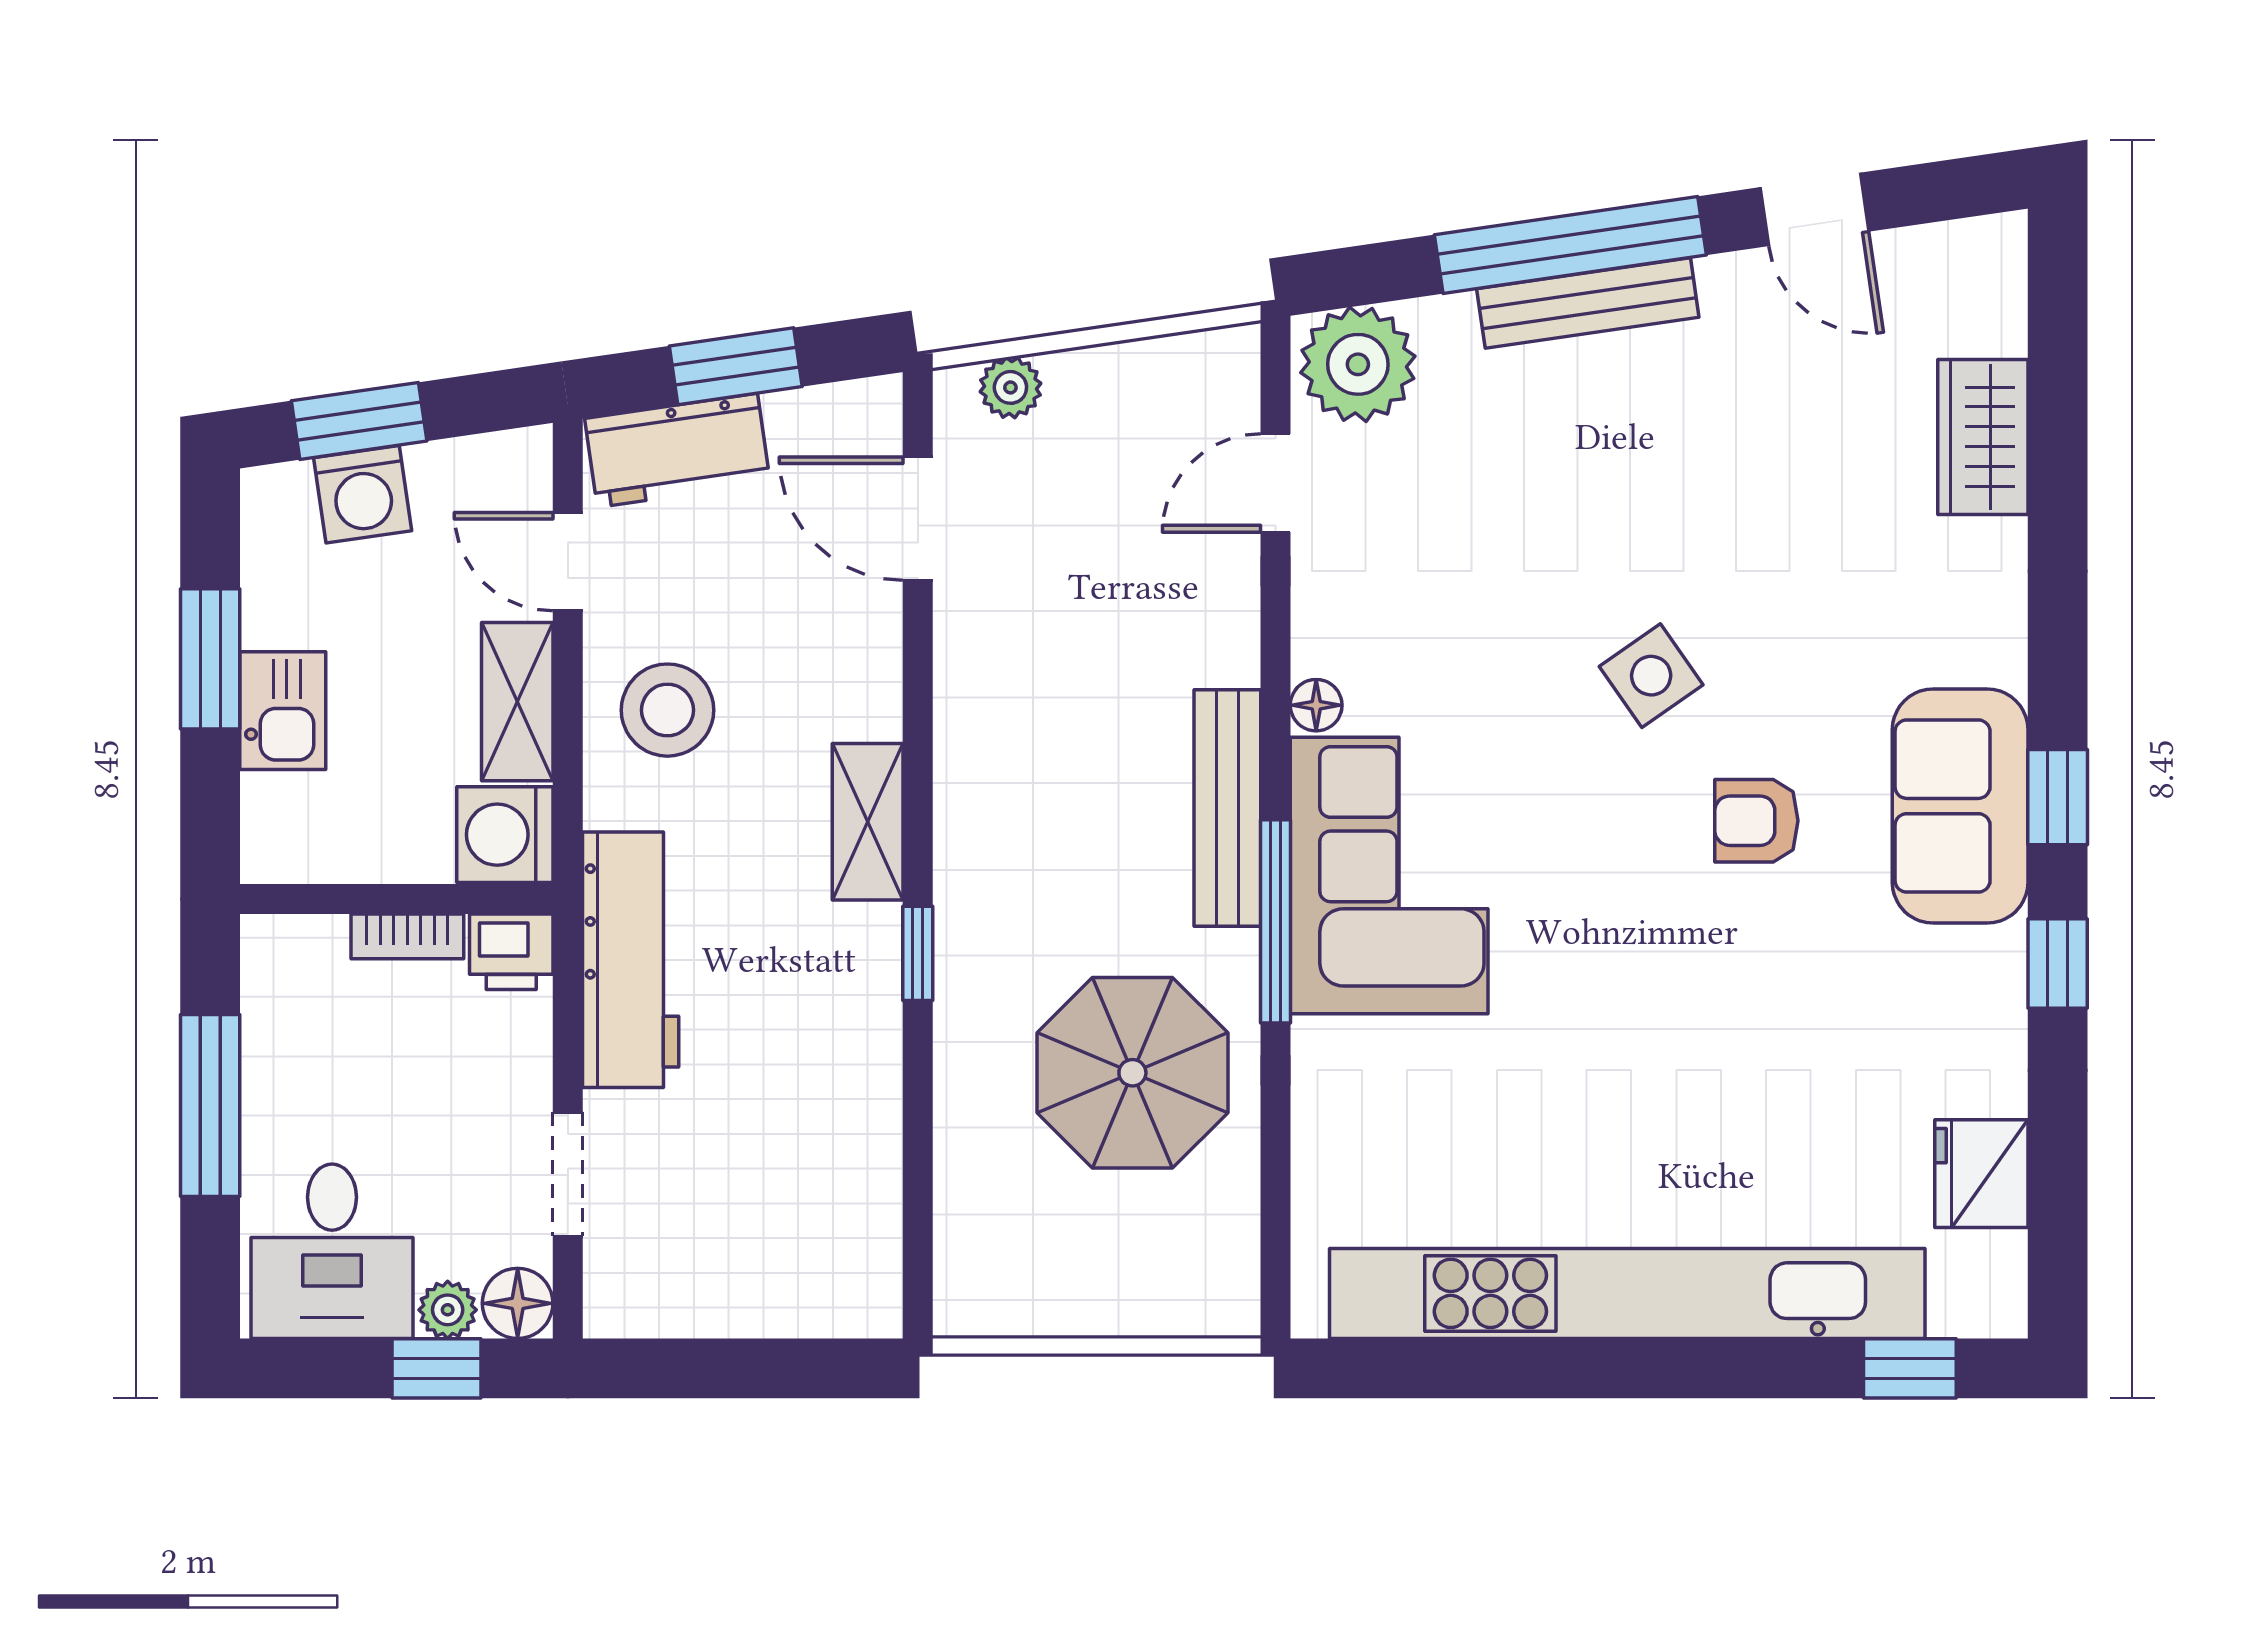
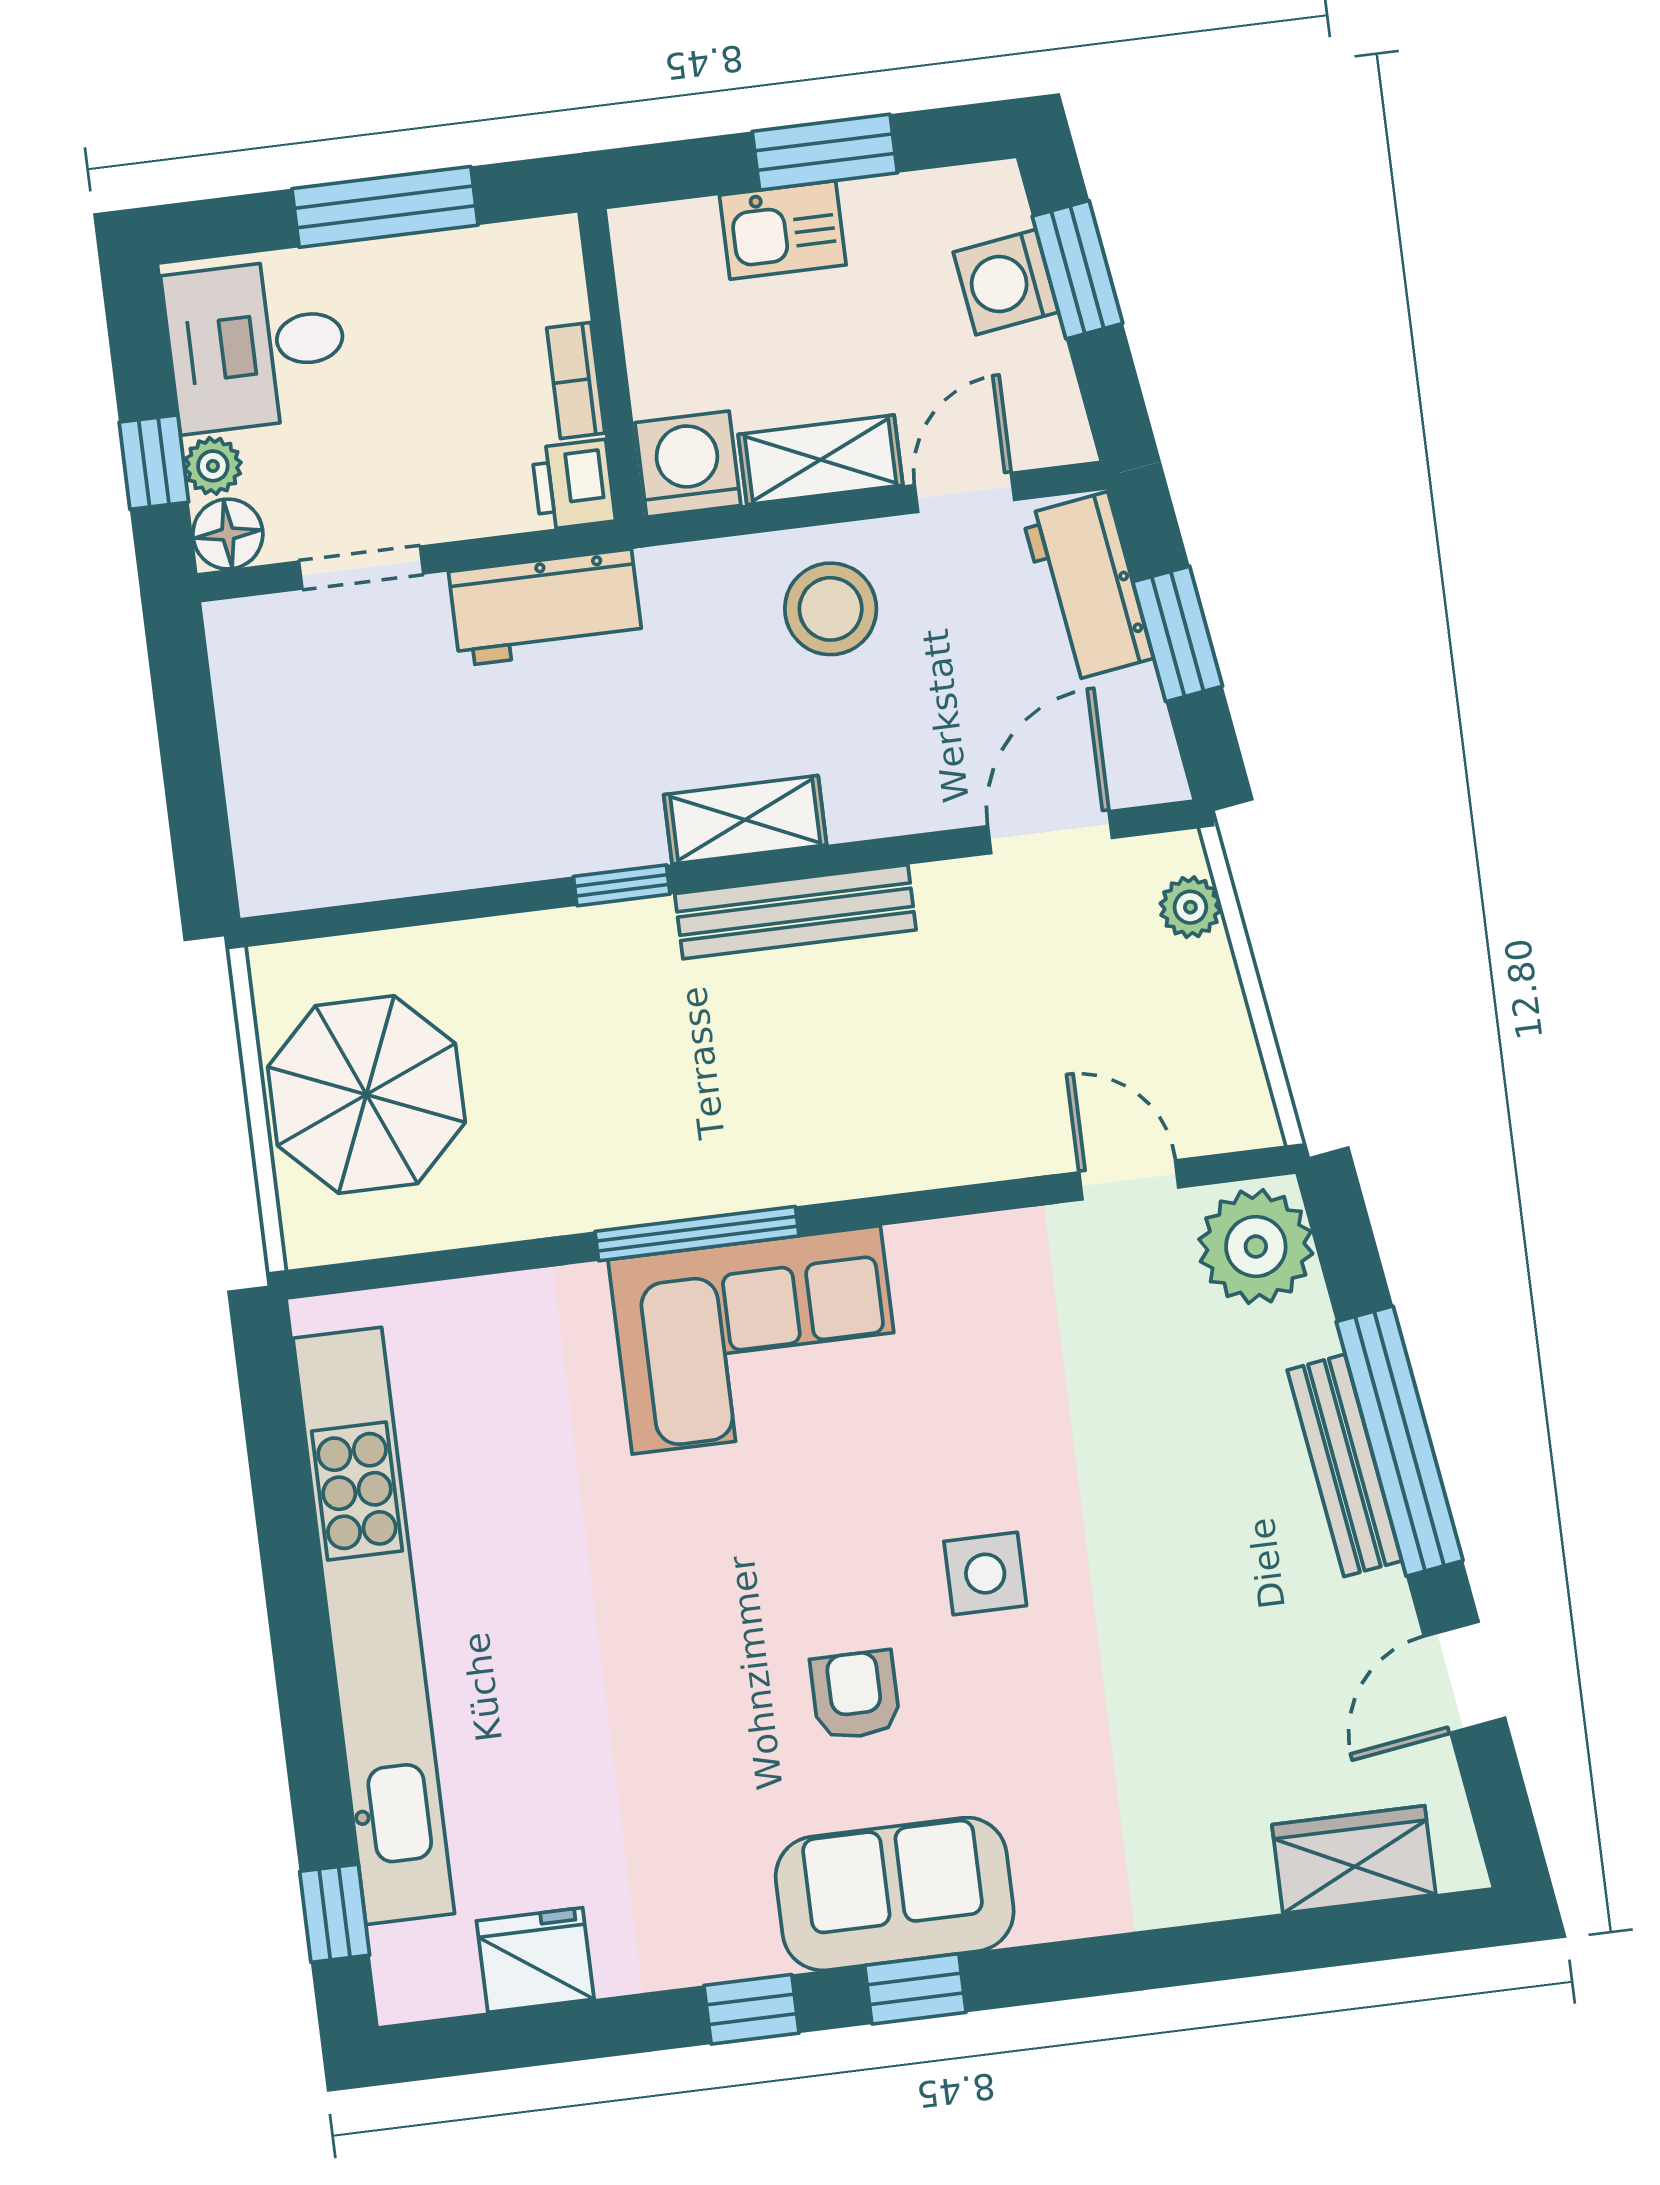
wardrobe: (1983, 437) -> (1354, 1859), moved
side table: (1651, 676) -> (985, 1574), turned 35
floor lamp: (1316, 705) -> (915, 1247), removed
bench: (1227, 808) -> (795, 912), moved
workbench: (631, 960) -> (546, 608), width x0.73
parasol: (1132, 1073) -> (366, 1095), moved

